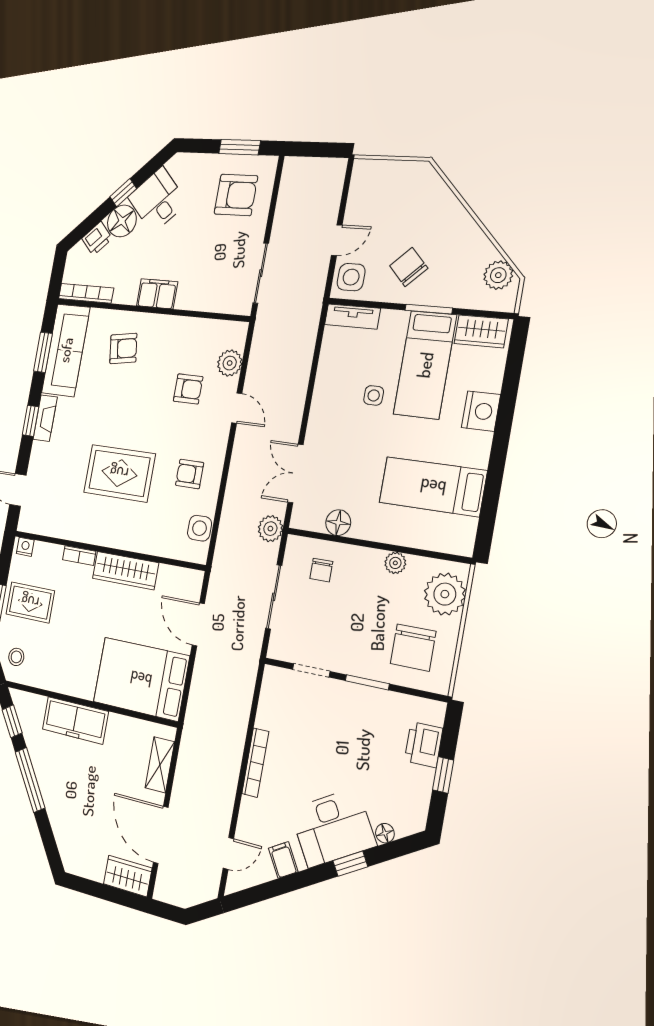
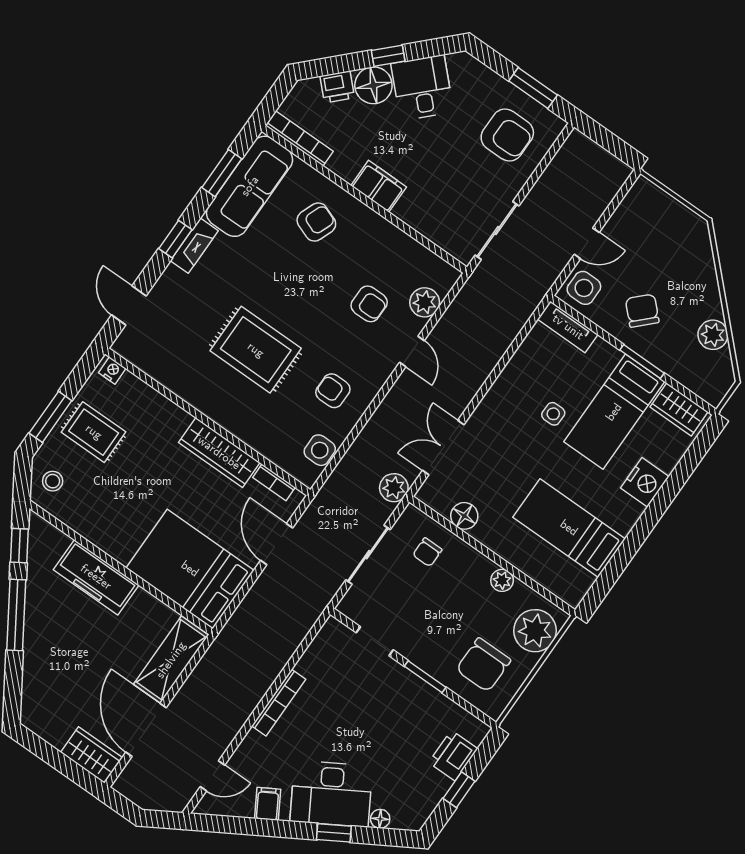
plant: (498, 275) -> (713, 335), moved
armchair: (123, 348) -> (316, 222), turned -60
bookcase: (79, 556) -> (274, 482), moved
shelving: (160, 765) -> (171, 660), width x1.50, depth x1.33

